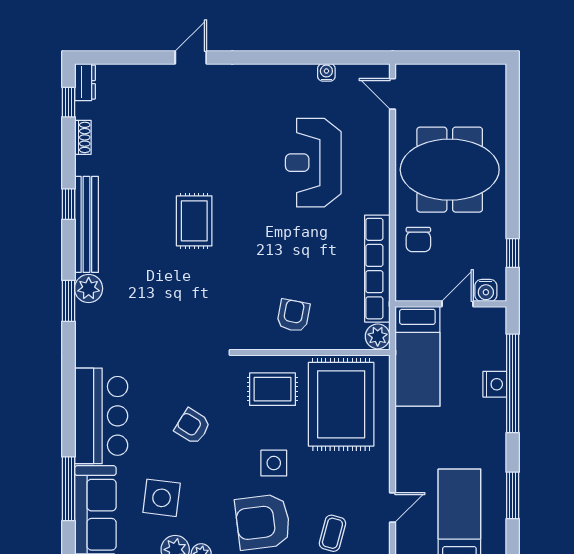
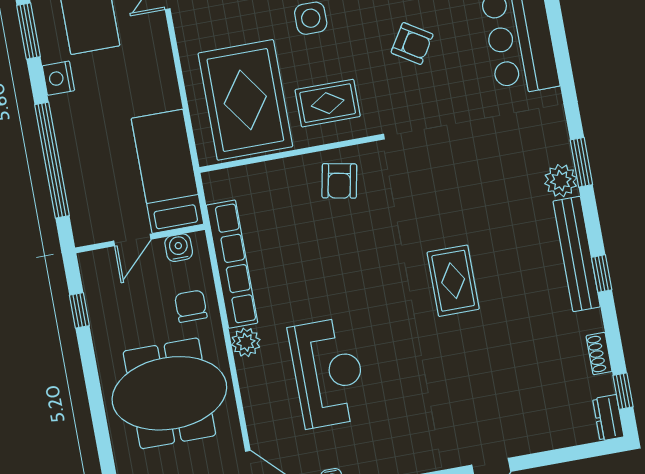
water cooler: (486, 290) -> (179, 248), moved
armchair: (293, 316) -> (339, 181), moved
plant: (378, 336) -> (246, 342), moved
nightstand: (495, 384) -> (58, 78), moved

